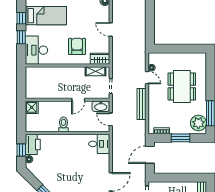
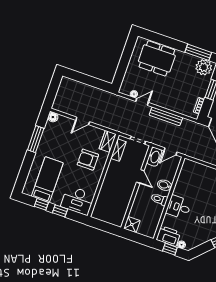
dining table: (182, 86) -> (157, 58), moved
bidet: (78, 125) -> (165, 185), added
desk: (99, 144) -> (179, 207), moved, turned -90

